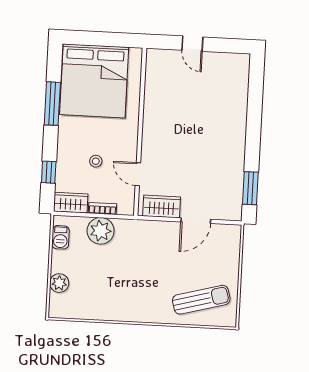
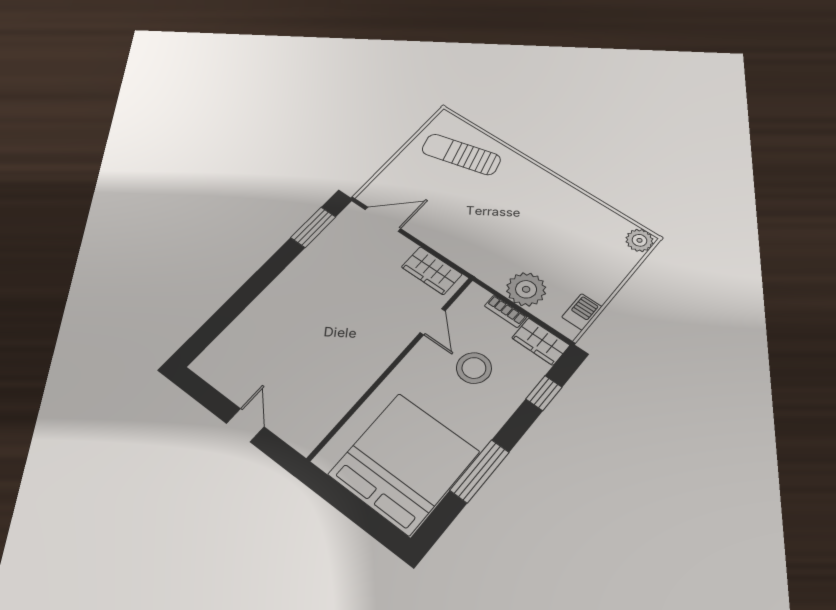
stool: (96, 161) -> (474, 368), width x1.89, depth x1.89
door: (196, 221) -> (383, 219), moved
plant: (59, 283) -> (640, 240), moved

